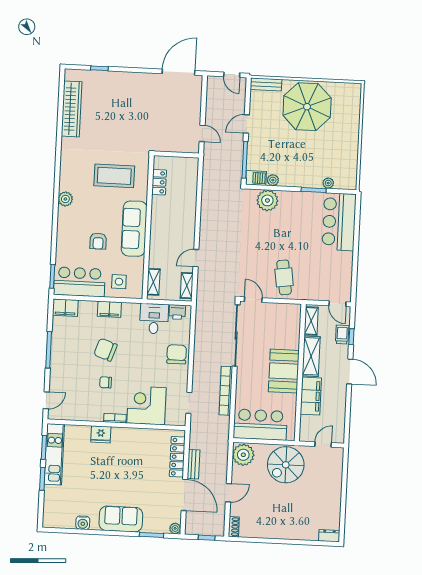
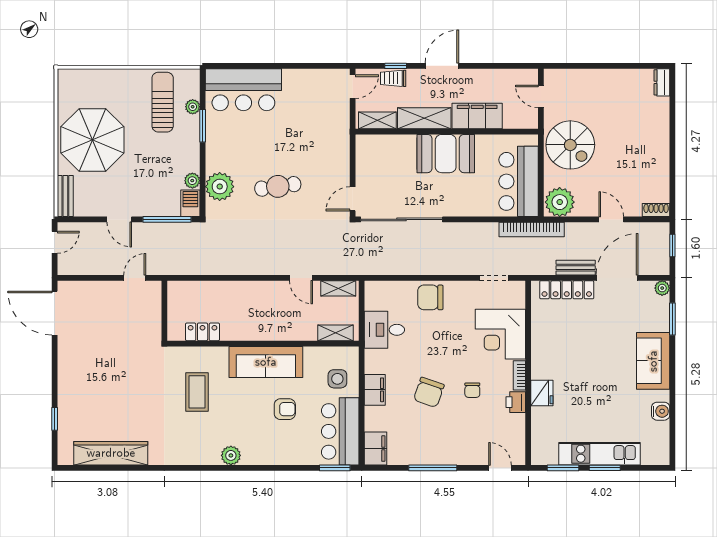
sun lounger: (333, 161) -> (163, 102), added
coffee table: (114, 176) -> (197, 392), width x0.73, depth x0.76
cafe table: (284, 277) -> (278, 186), moved
printer: (177, 312) -> (516, 402), moved, turned 180
bookcase: (226, 391) -> (532, 229), moved
kitchen unit: (54, 454) -> (599, 454), moved

